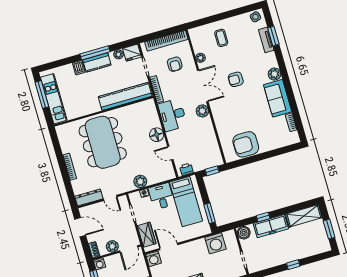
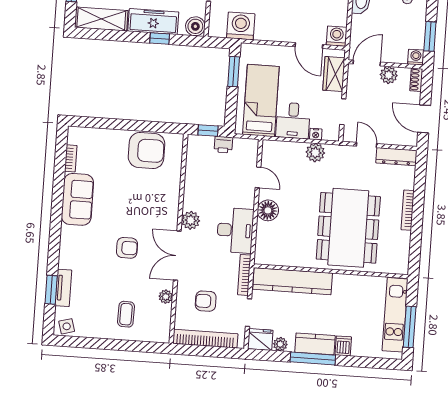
armchair: (175, 64) -> (206, 301), turned -90
plant: (274, 74) -> (69, 235), removed
printer: (186, 169) -> (223, 145), moved

